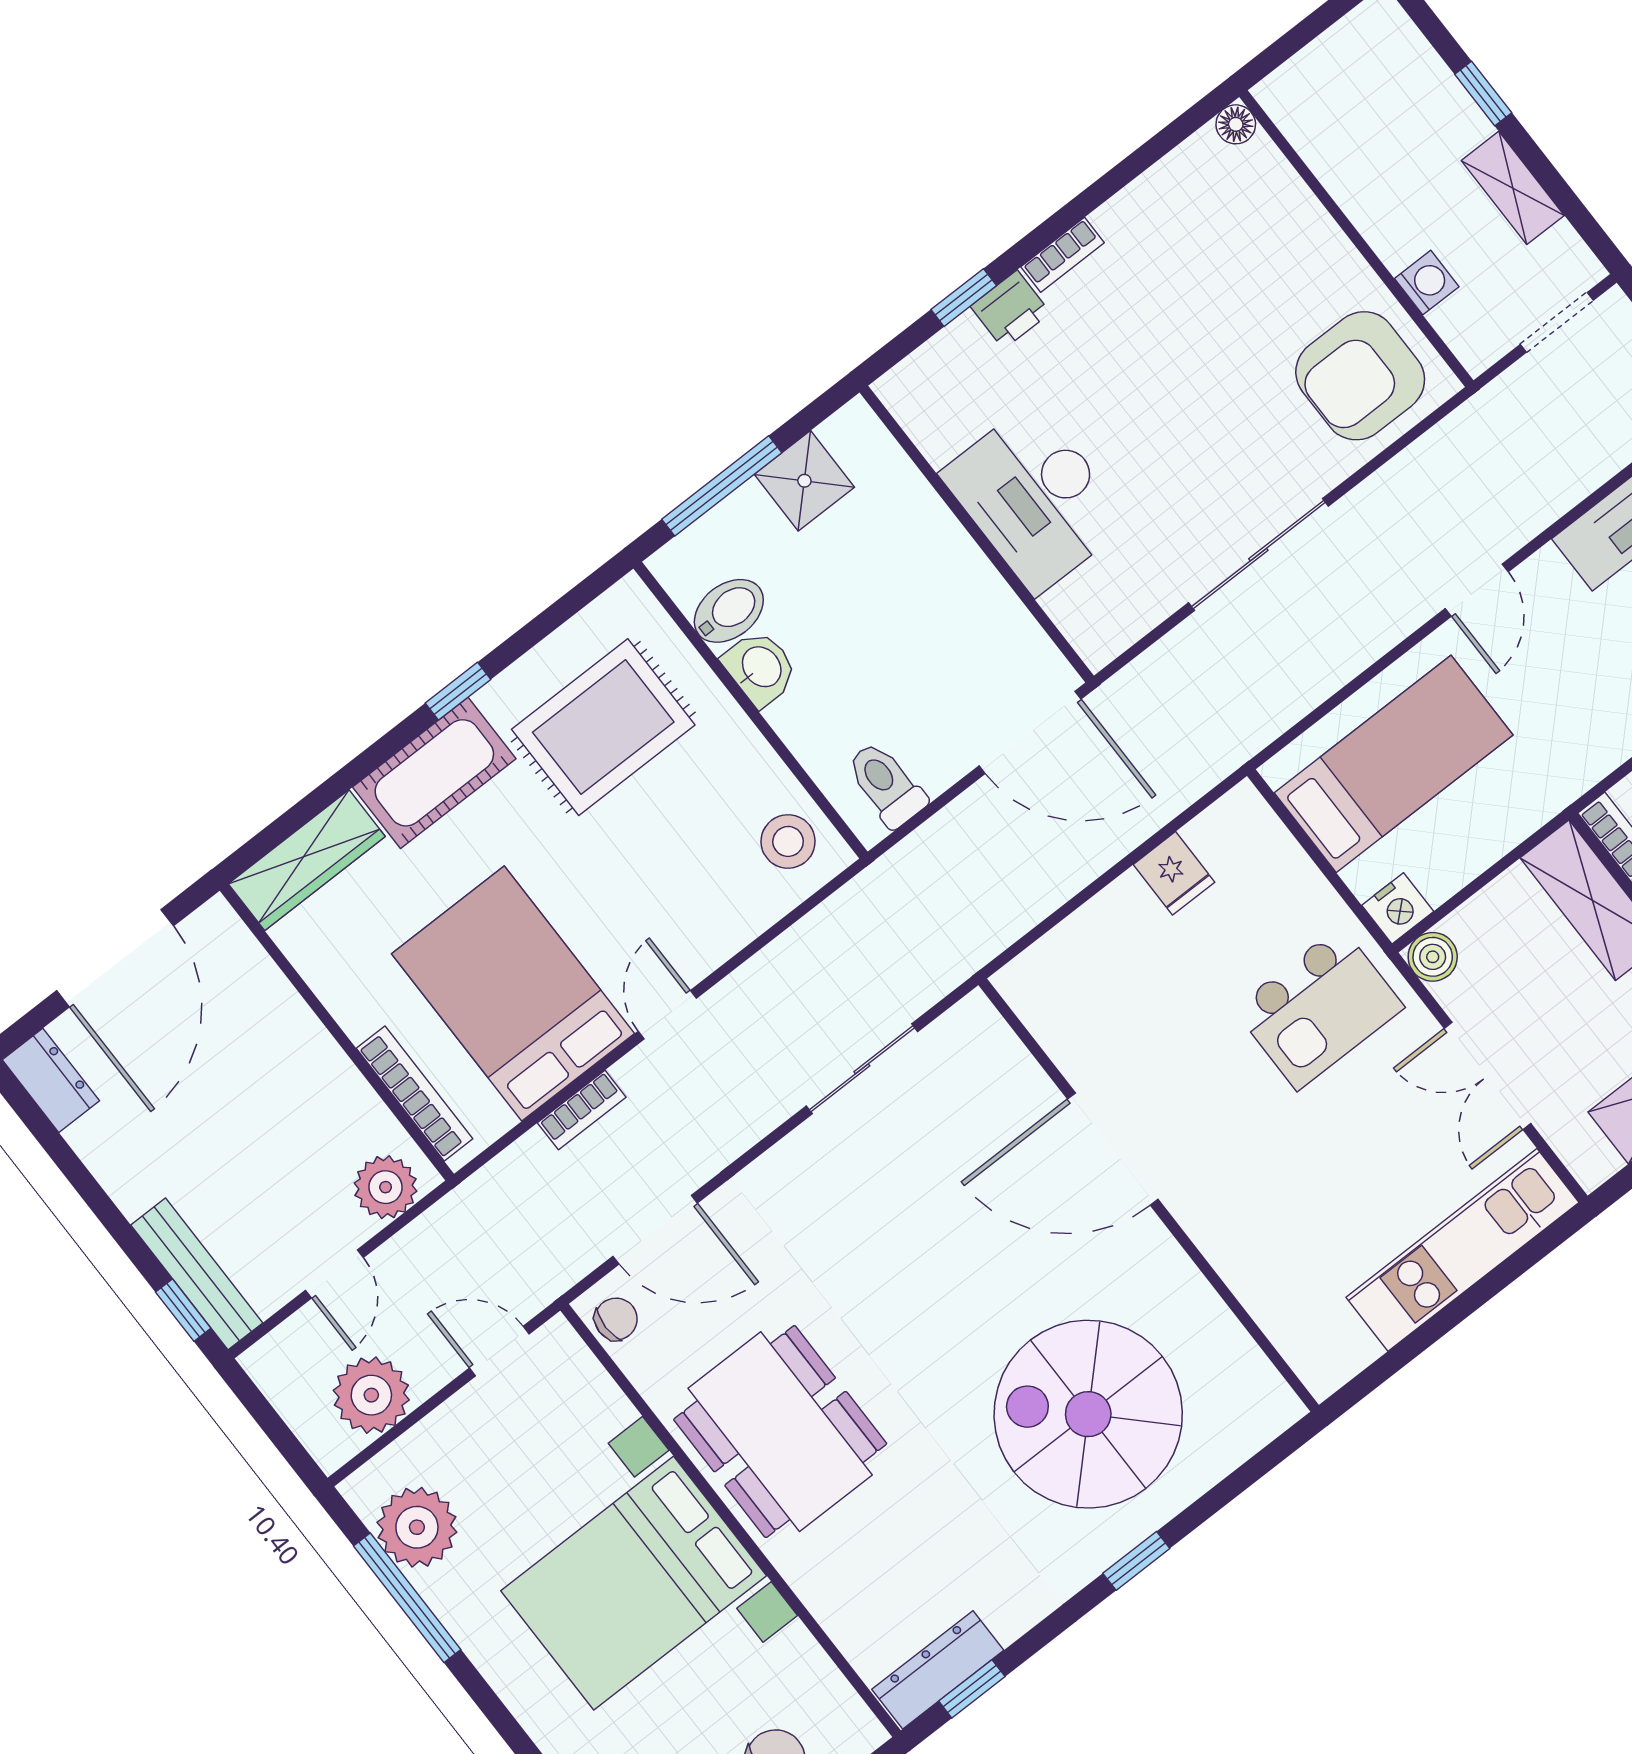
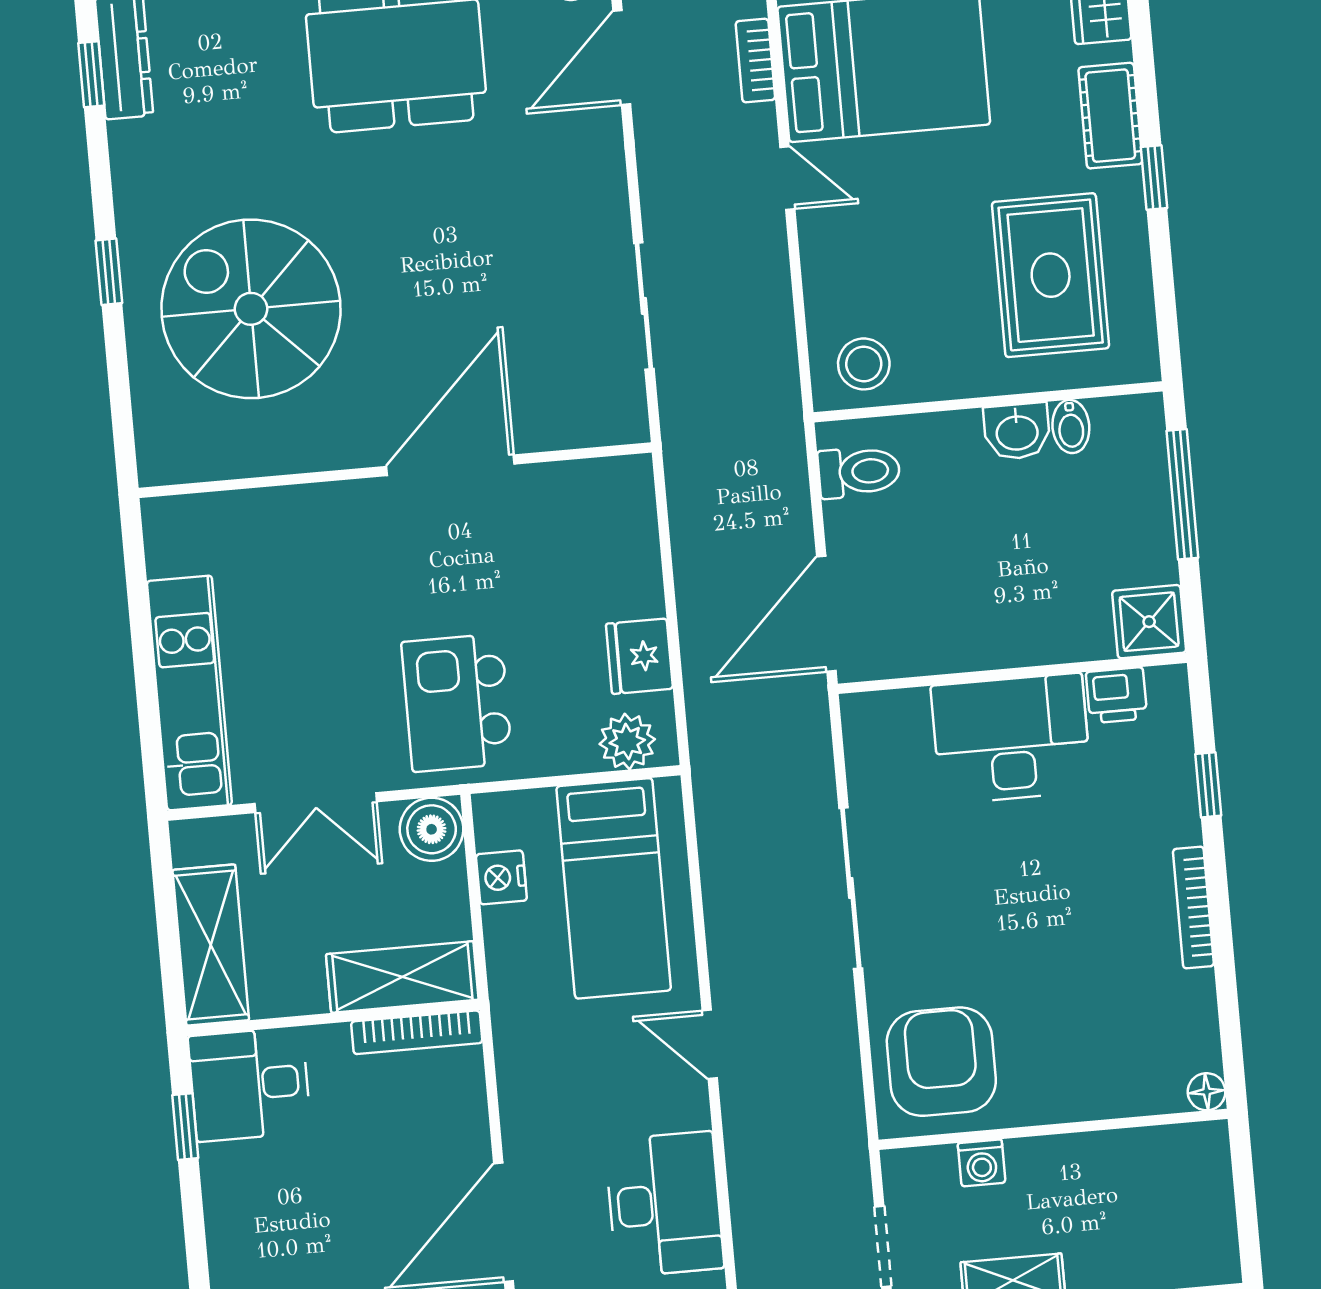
bookcase: (1063, 255) -> (1193, 908), width x1.56
printer: (1010, 310) -> (1116, 695), moved, turned -90
shower: (804, 481) -> (1149, 622), moved
bidet: (729, 611) -> (1071, 426), width x0.72, depth x0.74
cot: (434, 773) -> (1110, 116), width x0.73, depth x0.75
plant: (1256, 836) -> (627, 742), added
fridge: (1174, 873) -> (639, 656), width x1.38
nightstand: (1398, 908) -> (501, 877), moved
boiler: (1433, 957) -> (432, 829), width x1.36, depth x1.36
double door: (1488, 1076) -> (316, 803), swing flipped
spiral stairs: (1088, 1414) -> (251, 309), turned -90

